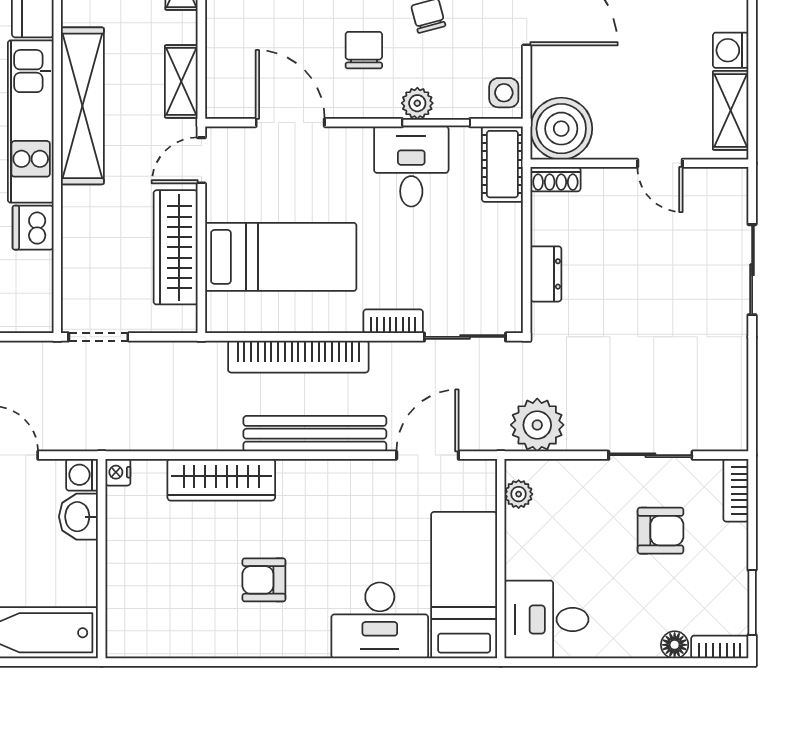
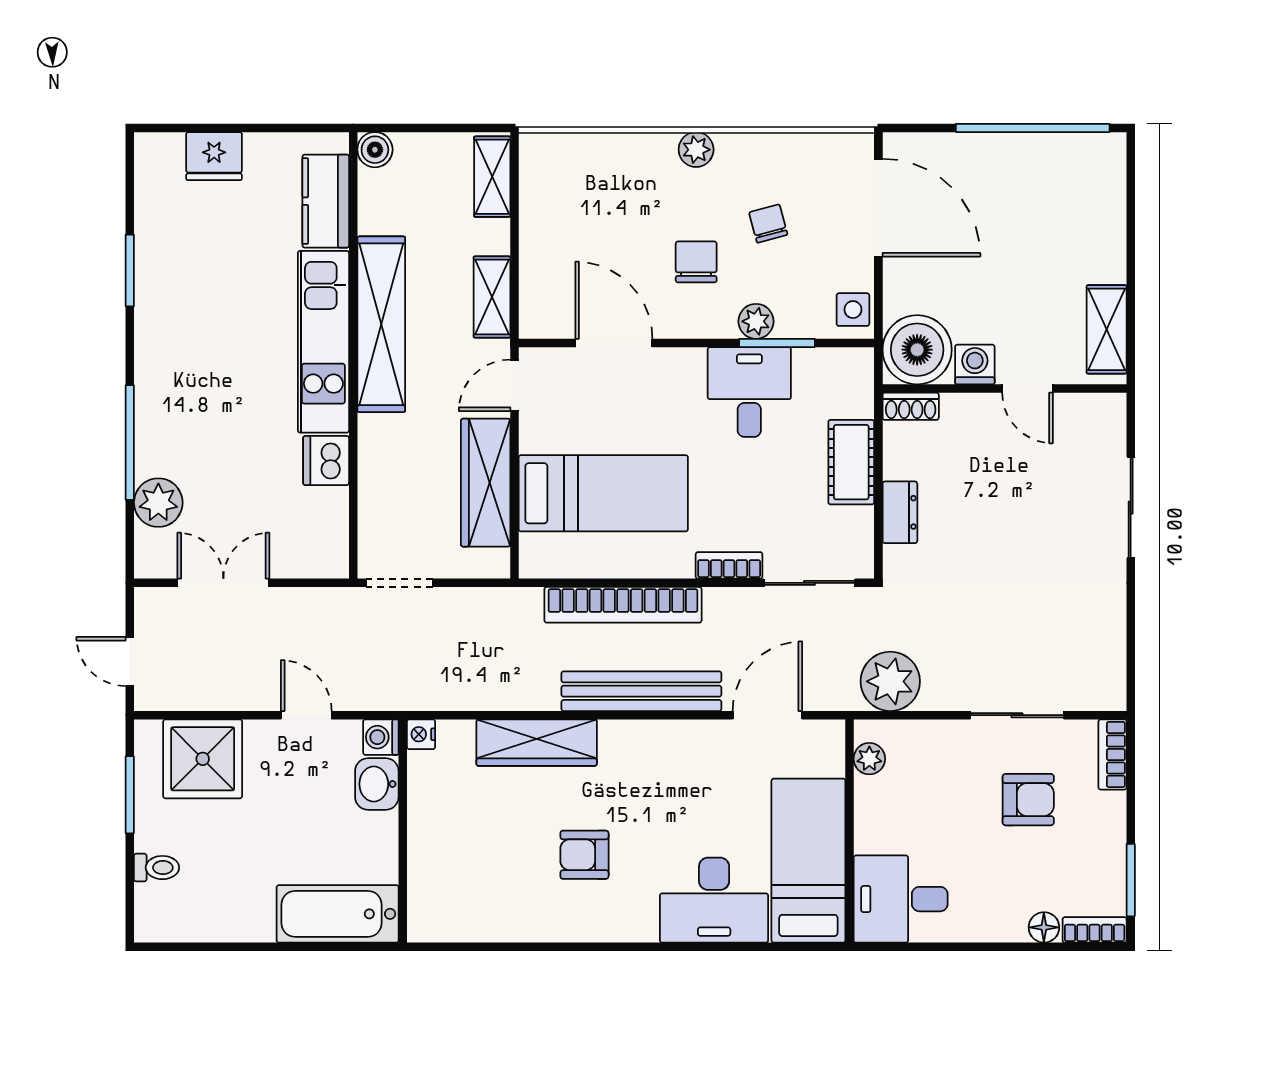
washing machine: (731, 50) -> (975, 365), moved, turned 90
cot: (502, 164) -> (851, 462), moved

